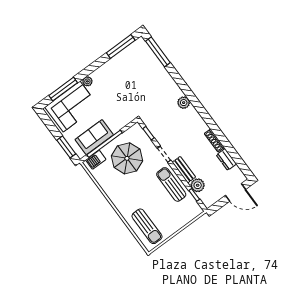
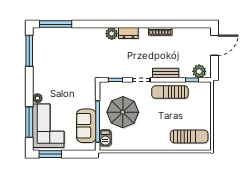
window: (66, 147) -> (50, 154), moved
dresser: (226, 159) -> (128, 33), moved
plant: (198, 185) -> (199, 71), moved

